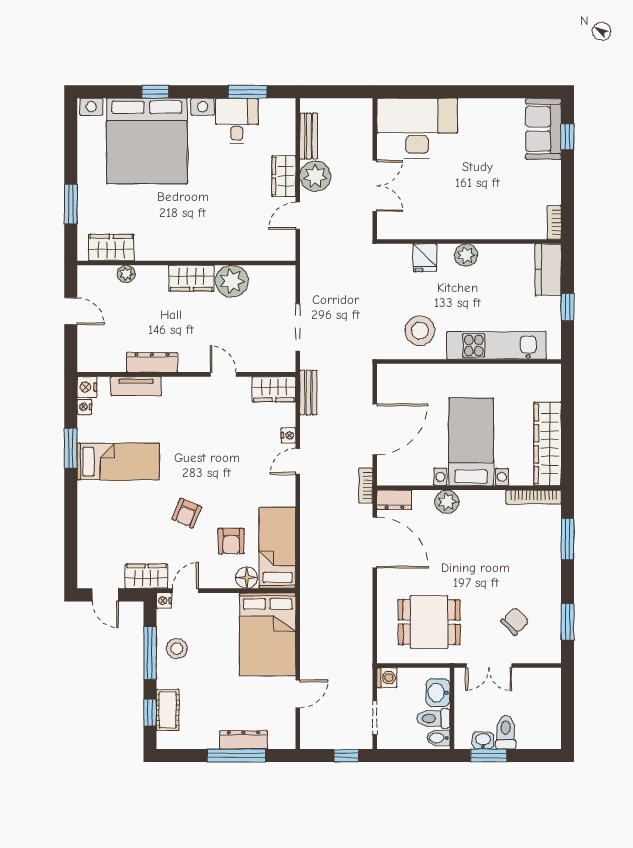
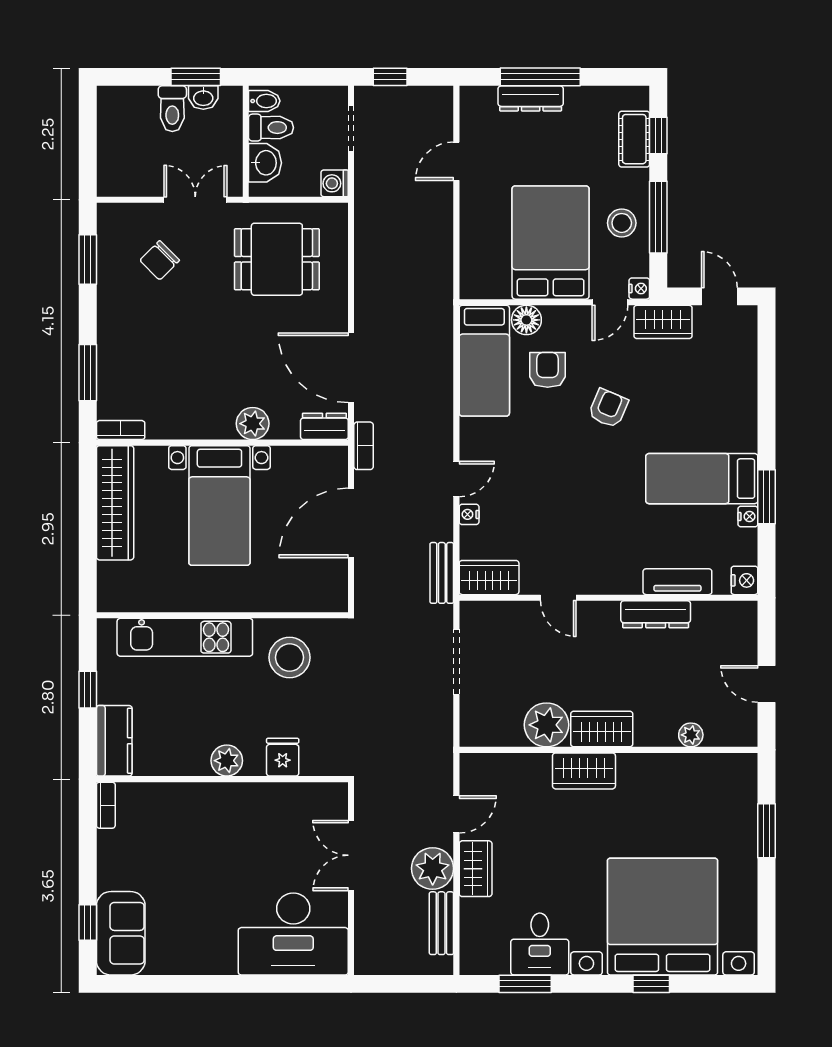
wardrobe: (111, 248) -> (584, 771), moved
nightstand: (84, 407) -> (748, 517), moved
bookcase: (534, 497) -> (121, 430), width x0.64
bed: (268, 634) -> (551, 243), moved

